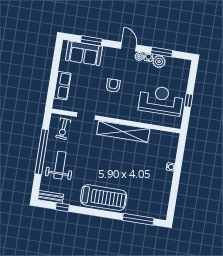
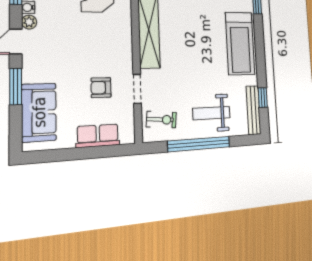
window: (91, 41) -> (16, 87), moved
armchair: (113, 86) -> (101, 88), moved
bench: (51, 197) -> (253, 110), width x1.36
treadmill: (103, 198) -> (240, 43), turned 180

